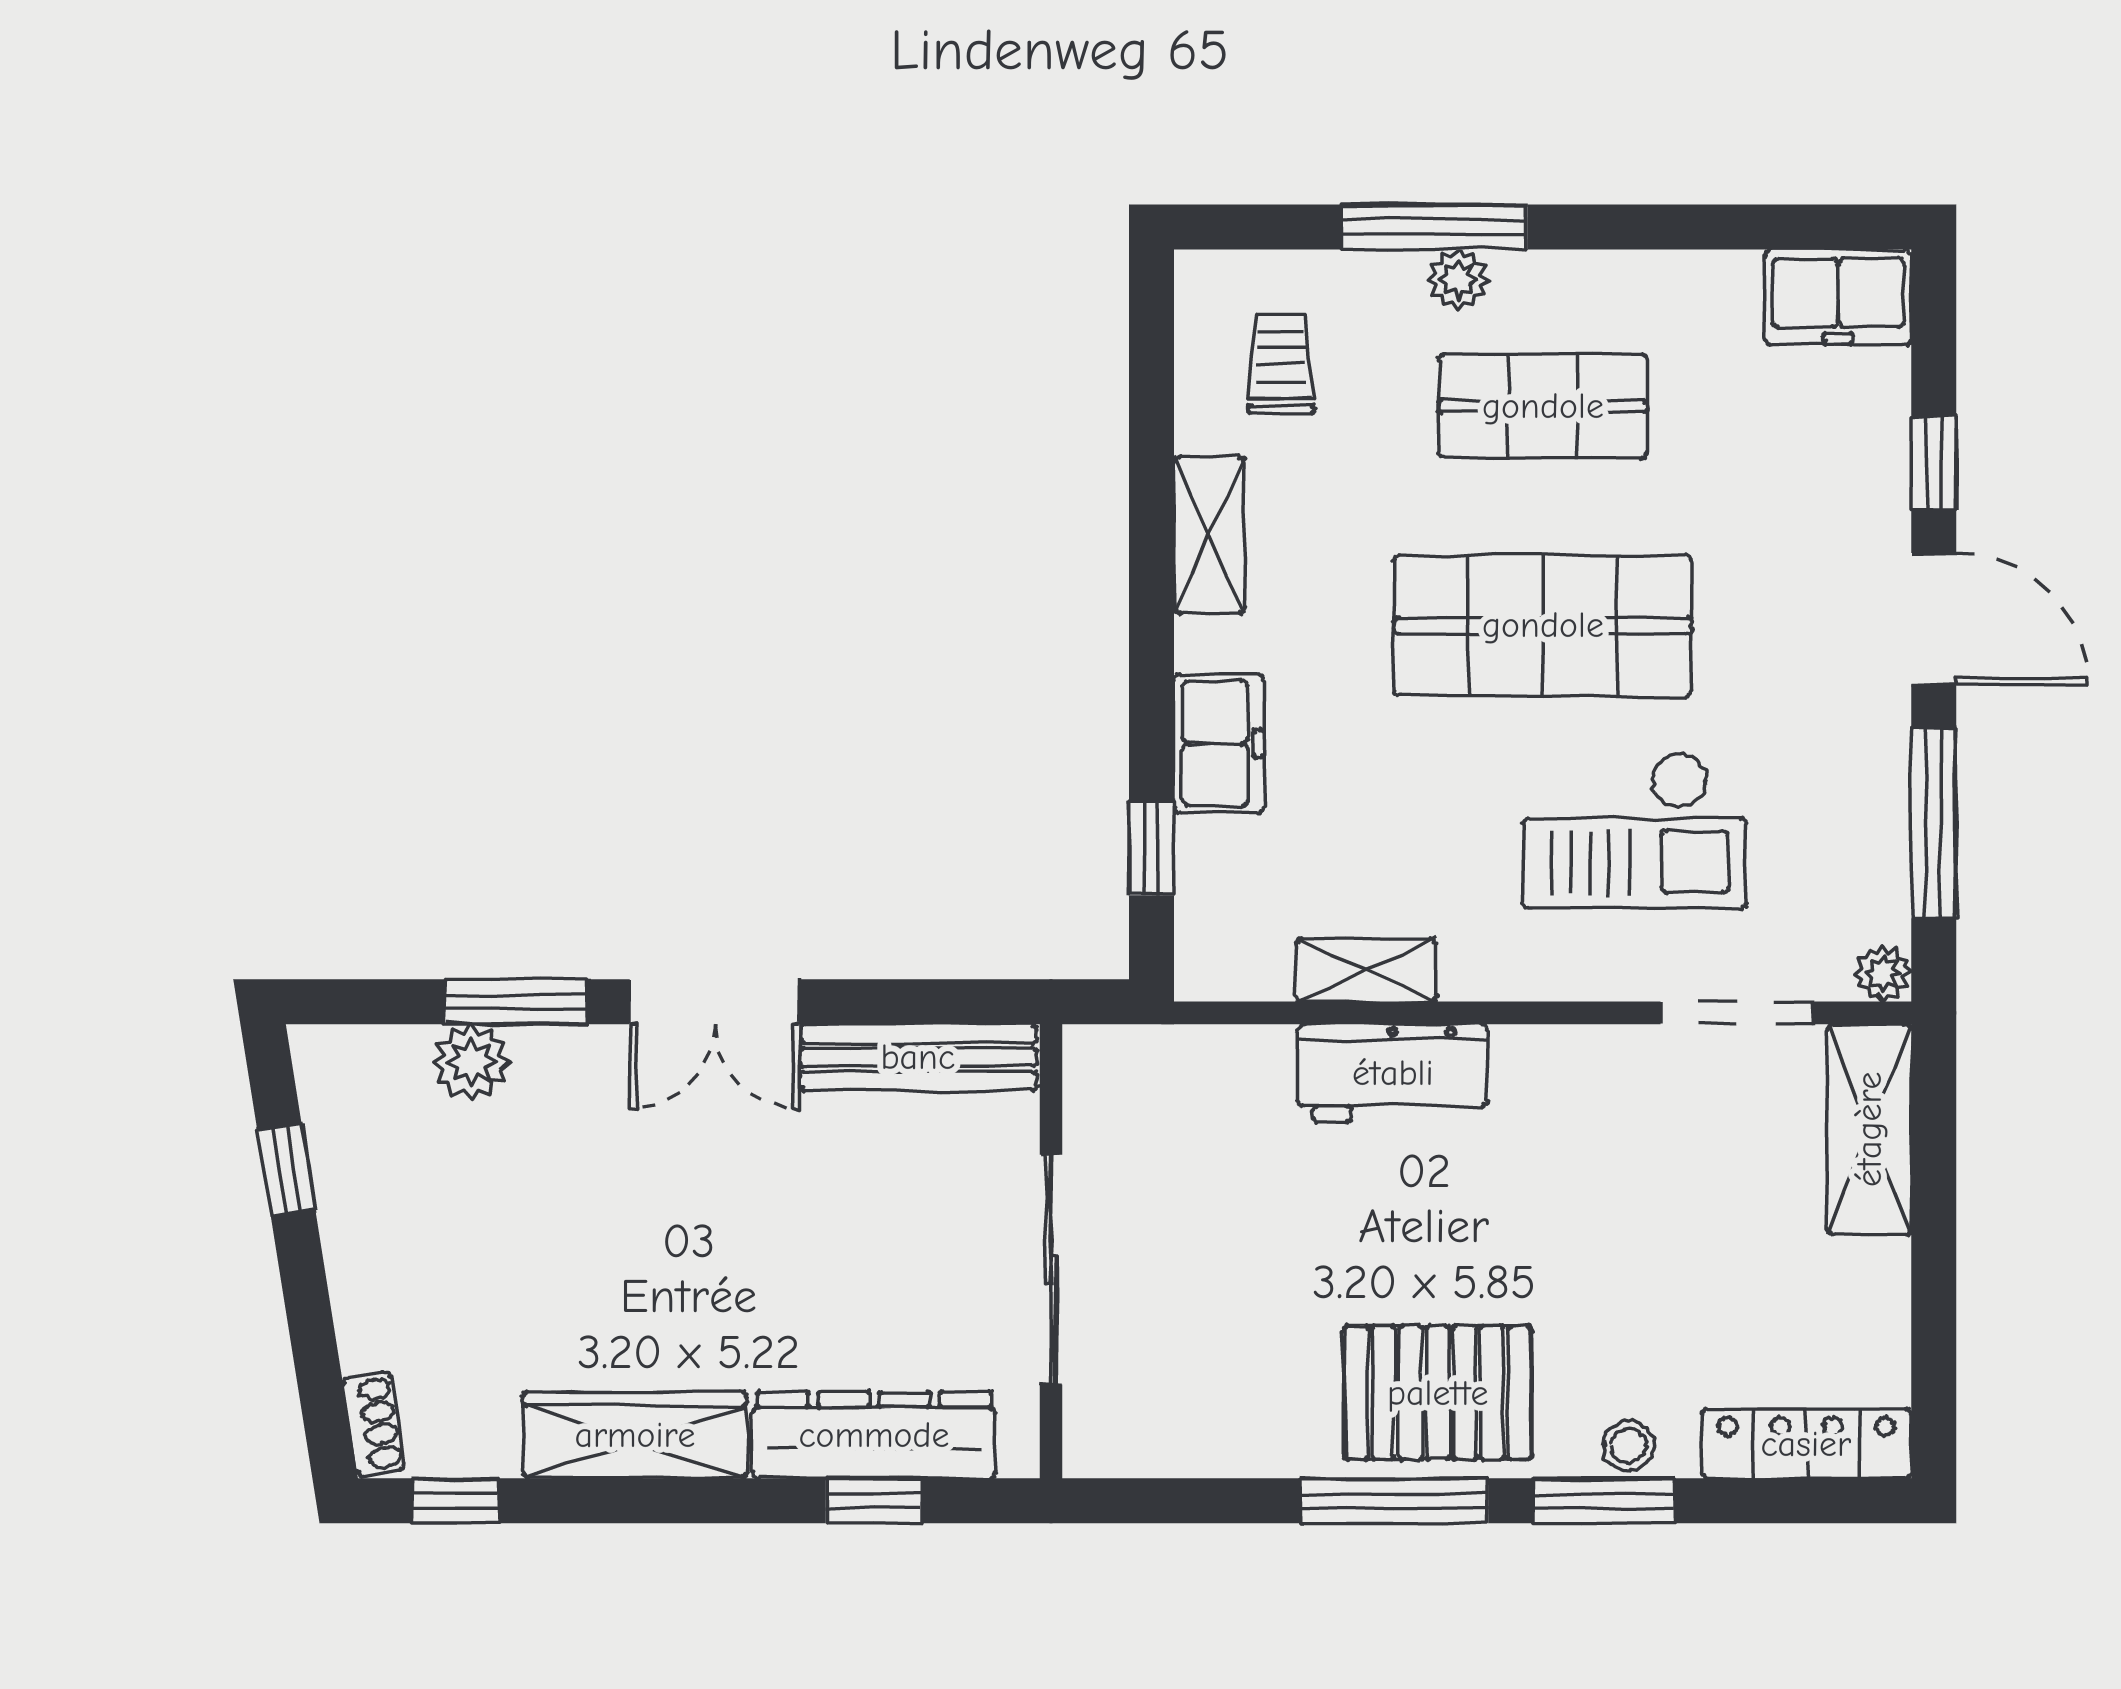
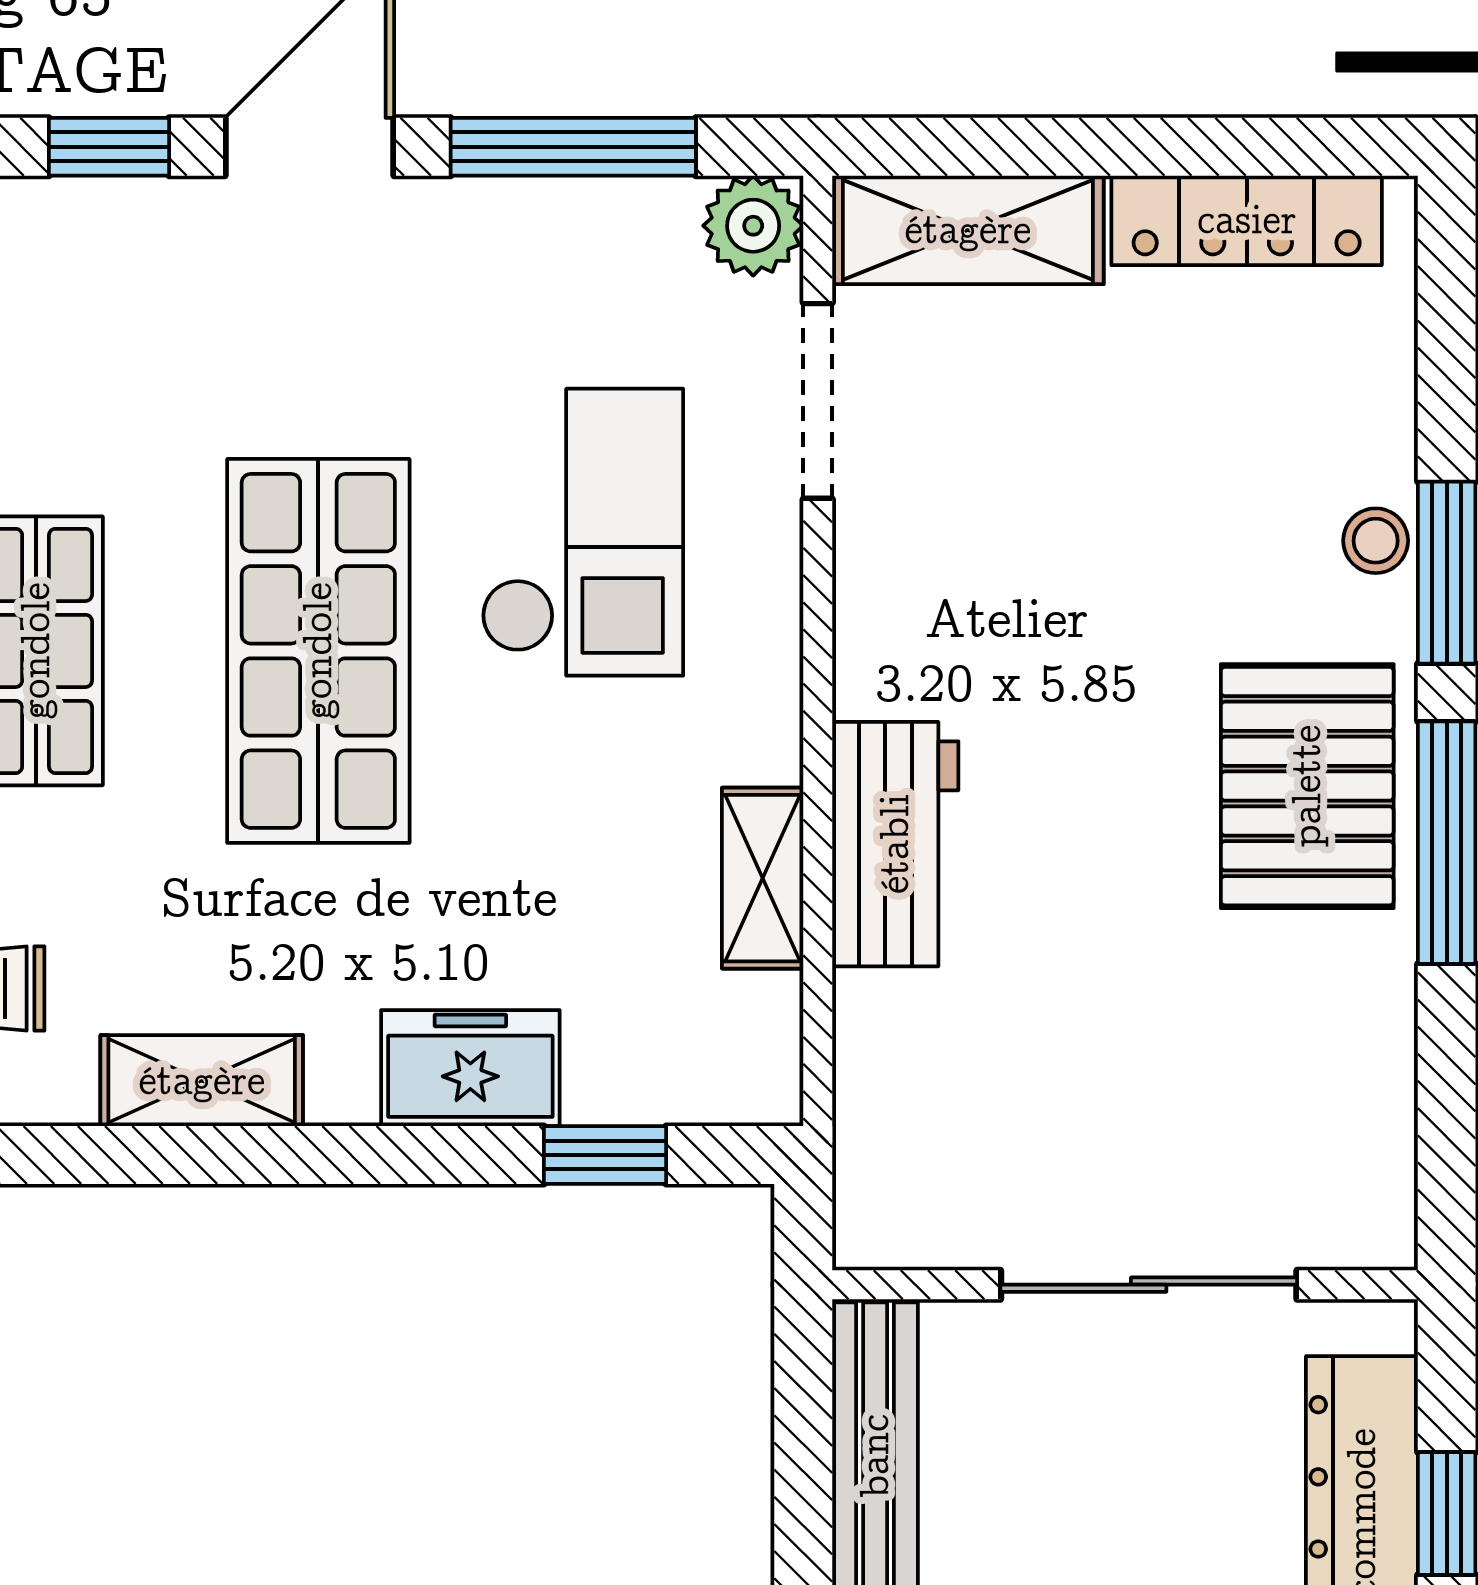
plant: (1883, 973) -> (753, 226), width x1.38, depth x1.38
locker: (1806, 1444) -> (1247, 220), moved, turned -90

